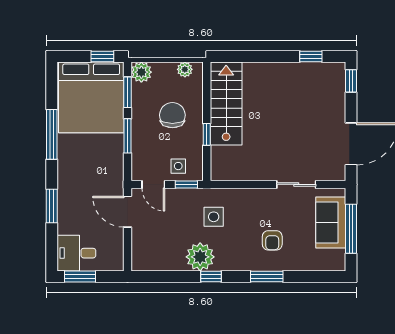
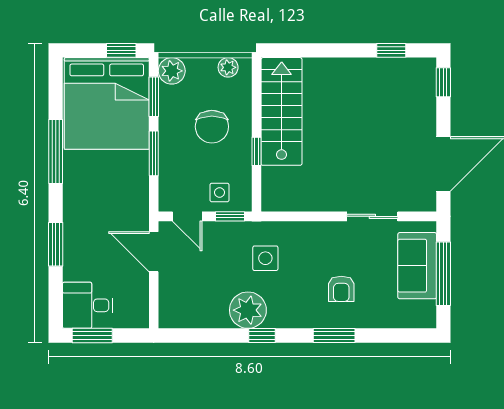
chair: (172, 115) -> (212, 127), turned 180

